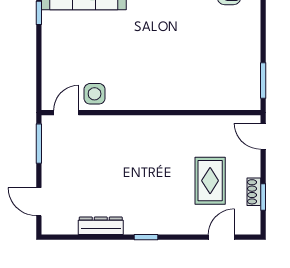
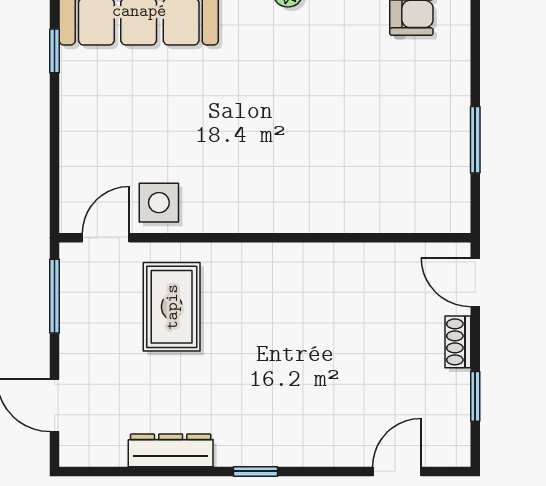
window: (263, 80) -> (475, 140), moved
rug: (210, 181) -> (172, 307), moved
shoe rack: (254, 192) -> (458, 342), moved

